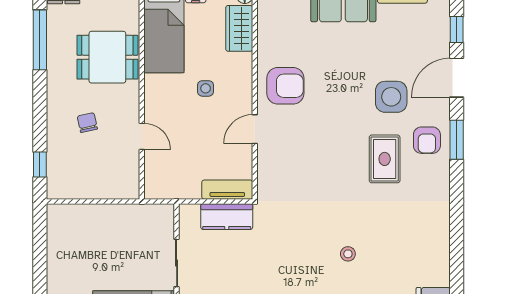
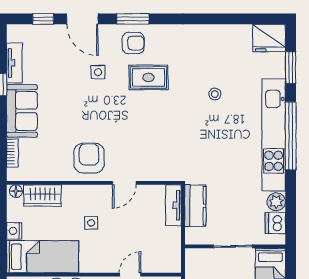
side table: (391, 97) -> (98, 72), width x0.54, depth x0.54
door: (255, 129) -> (124, 183), hinge flipped
stool: (348, 254) -> (215, 94), moved

